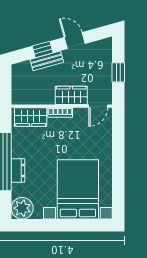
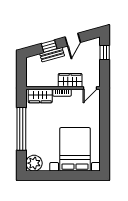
door: (75, 40) -> (73, 40), swing flipped
window: (118, 72) -> (105, 53), moved
dresser: (18, 170) -> (31, 135), removed

